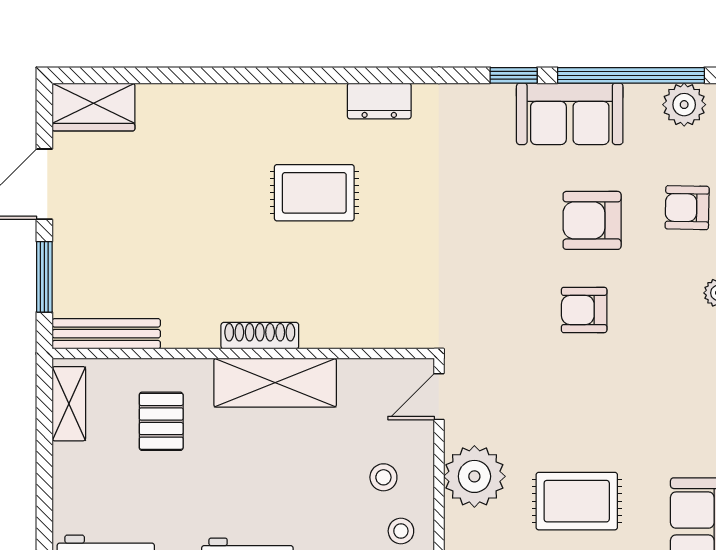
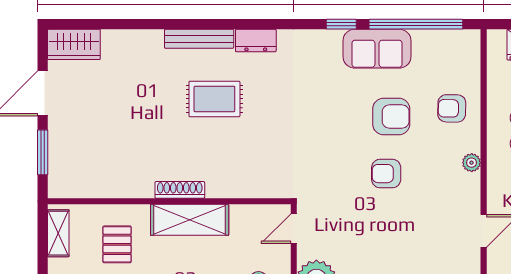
plant: (684, 105) -> (450, 43), removed
armchair: (592, 220) -> (391, 117), turned 180
bench: (106, 334) -> (199, 39), moved

